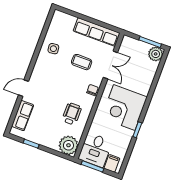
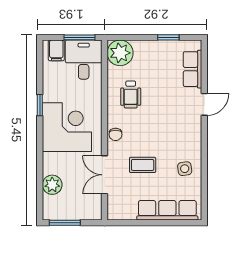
row of seats: (97, 32) -> (167, 210), moved
plant: (156, 54) -> (52, 185), moved

